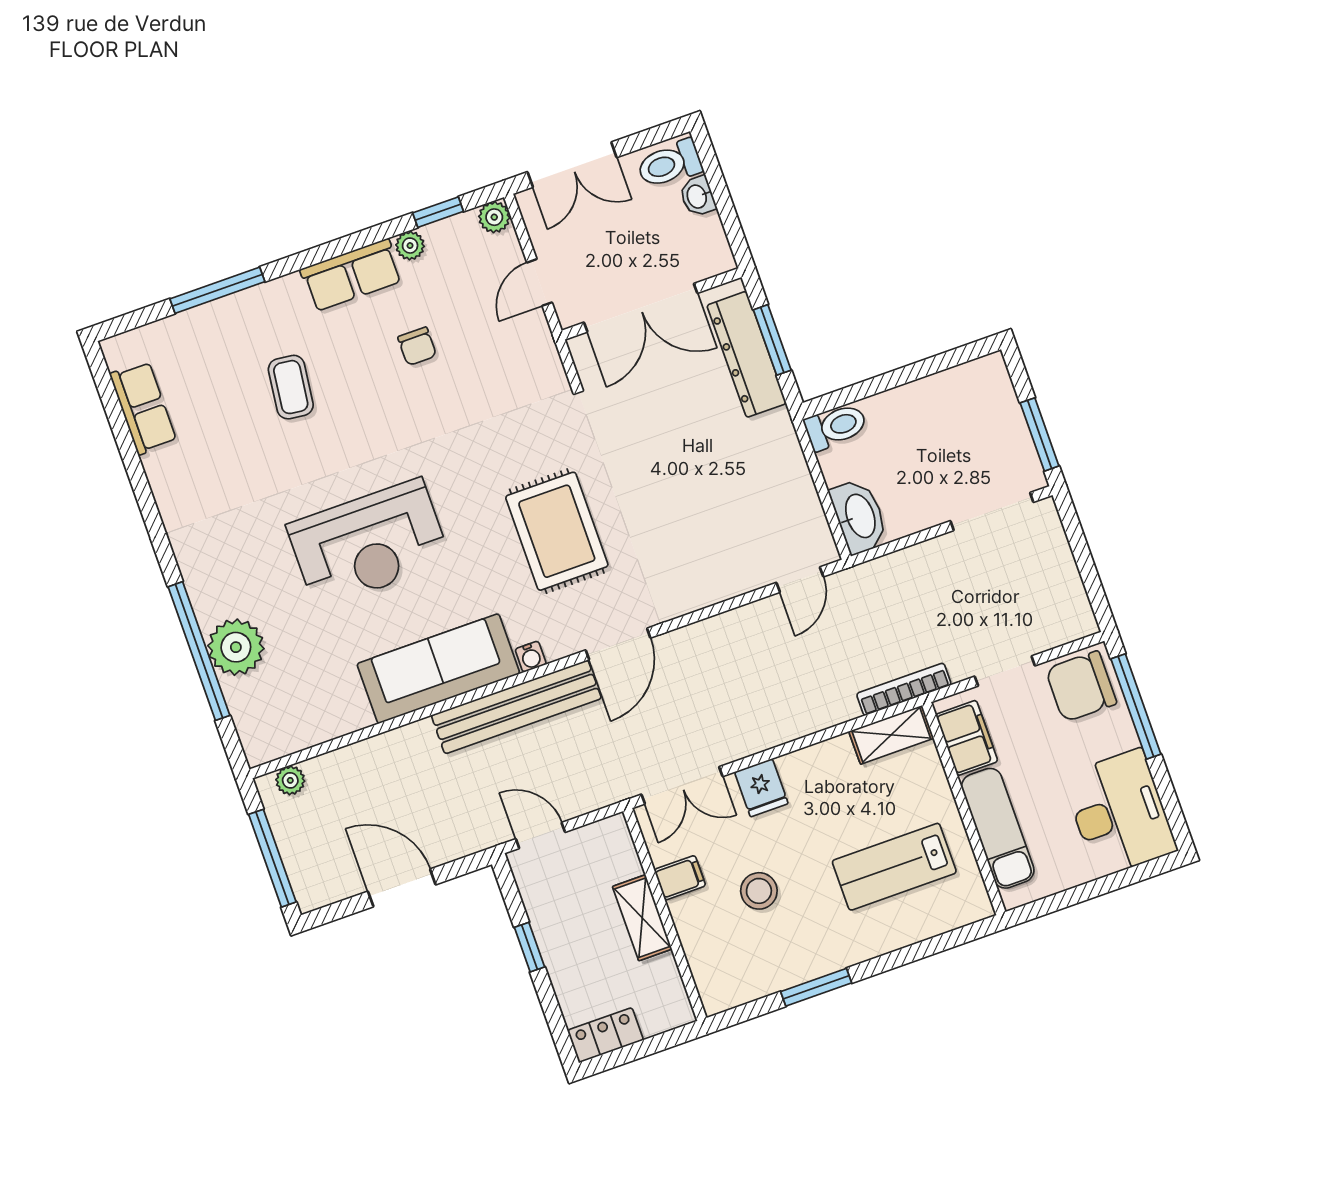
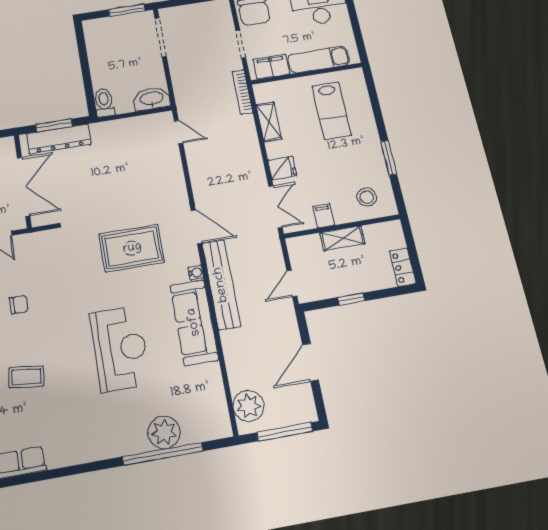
shelving: (891, 735) -> (269, 122), moved
plant: (290, 780) -> (248, 406), width x1.88, depth x1.88
stool: (759, 891) -> (367, 197), moved

